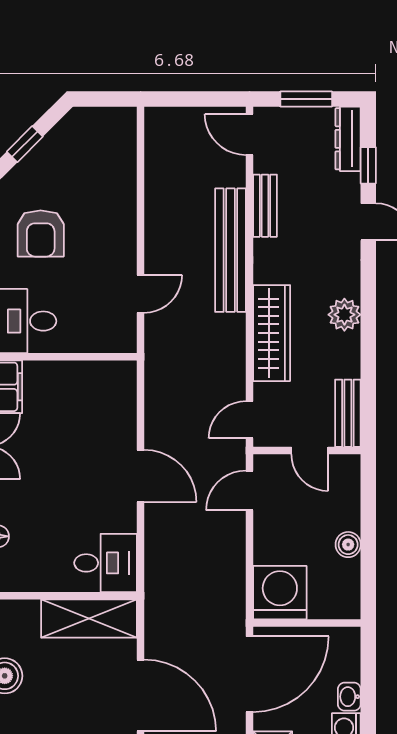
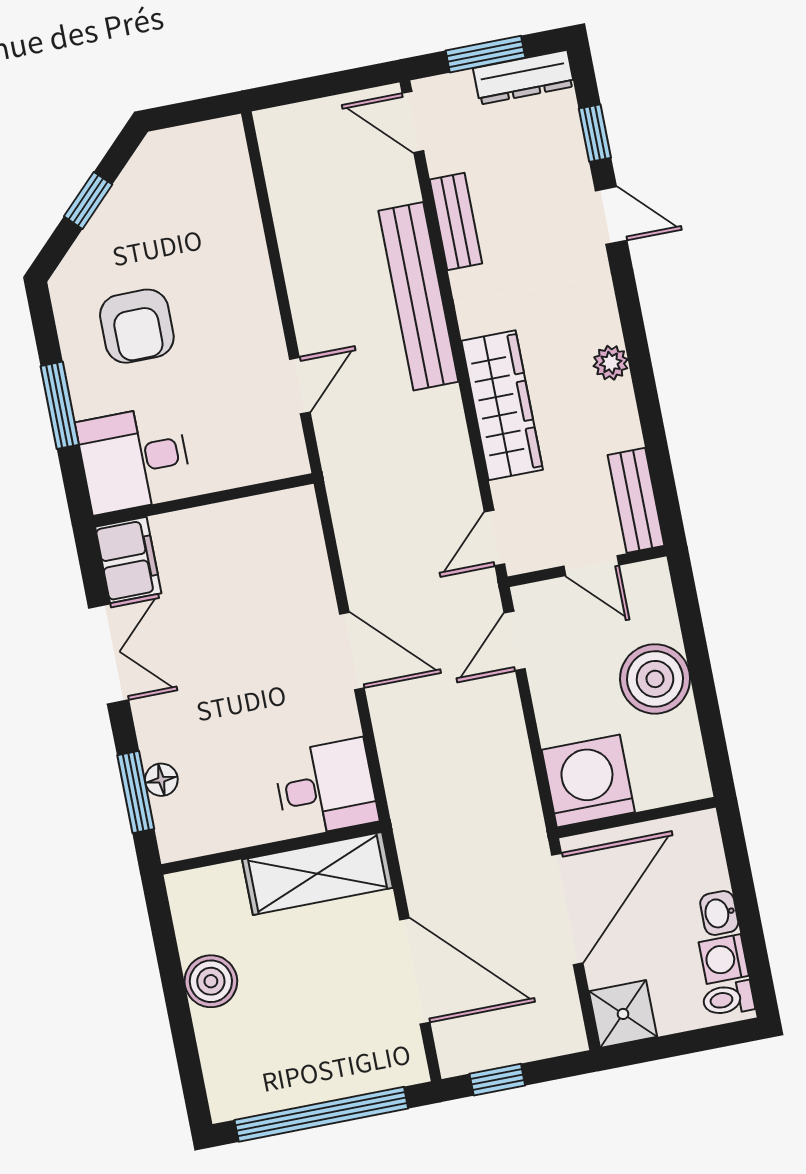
dresser: (348, 139) -> (524, 77), moved, turned -90
plant: (344, 315) -> (611, 363), width x0.73, depth x0.73
boiler: (348, 545) -> (655, 679), width x1.86, depth x1.86

